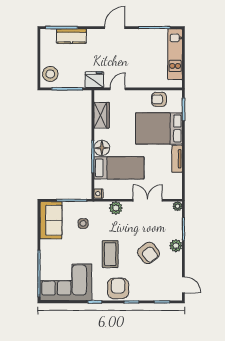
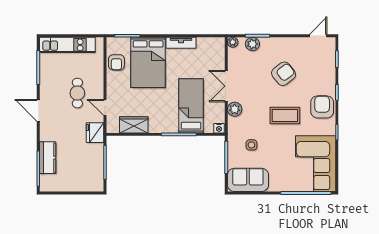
cafe table: (131, 63) -> (77, 93), added
stool: (50, 74) -> (89, 181), removed
floor lamp: (102, 148) -> (169, 125), removed
double door: (148, 200) -> (226, 86), moved
plant: (176, 246) -> (252, 44), moved
armchair: (118, 288) -> (322, 107), turned 90

